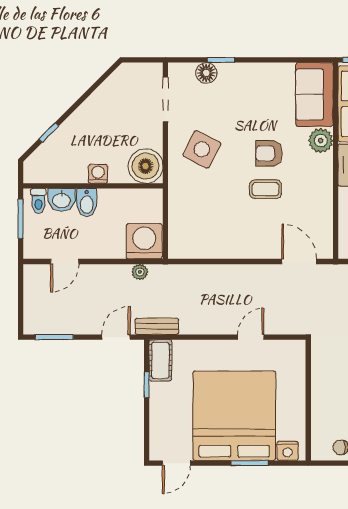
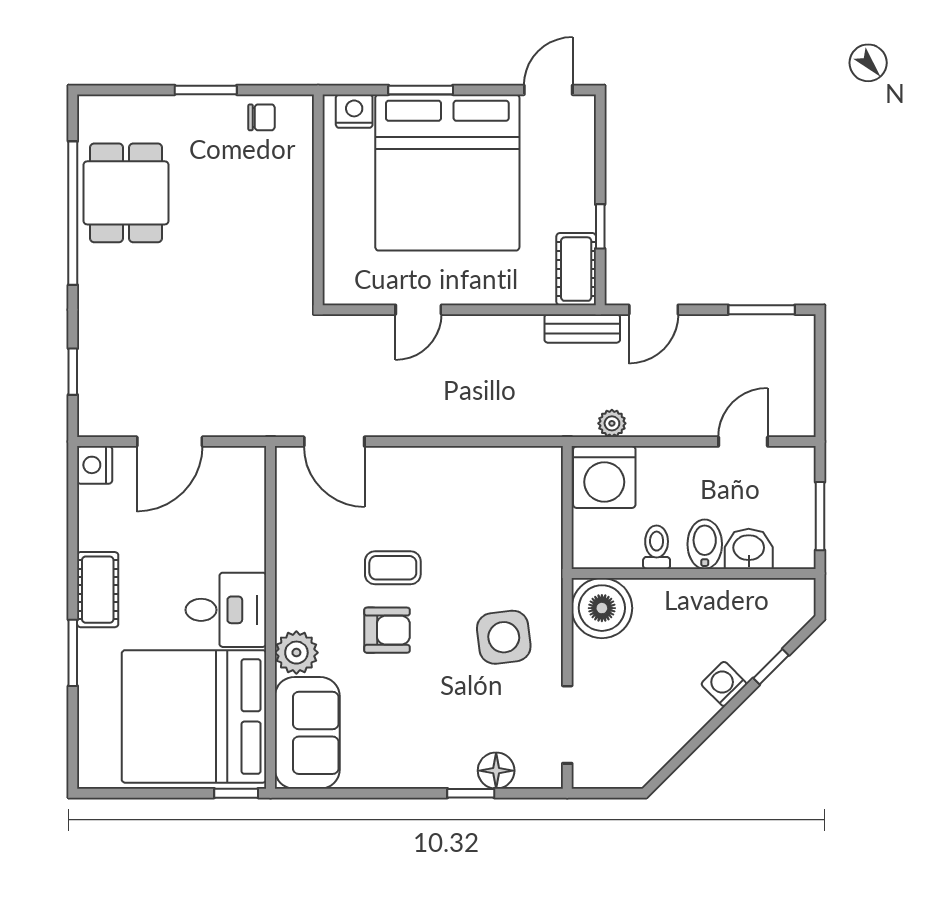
side table: (202, 149) -> (504, 637), turned -34
washing machine: (98, 174) -> (724, 684), moved, turned 135
toilet: (38, 201) -> (657, 547), moved

